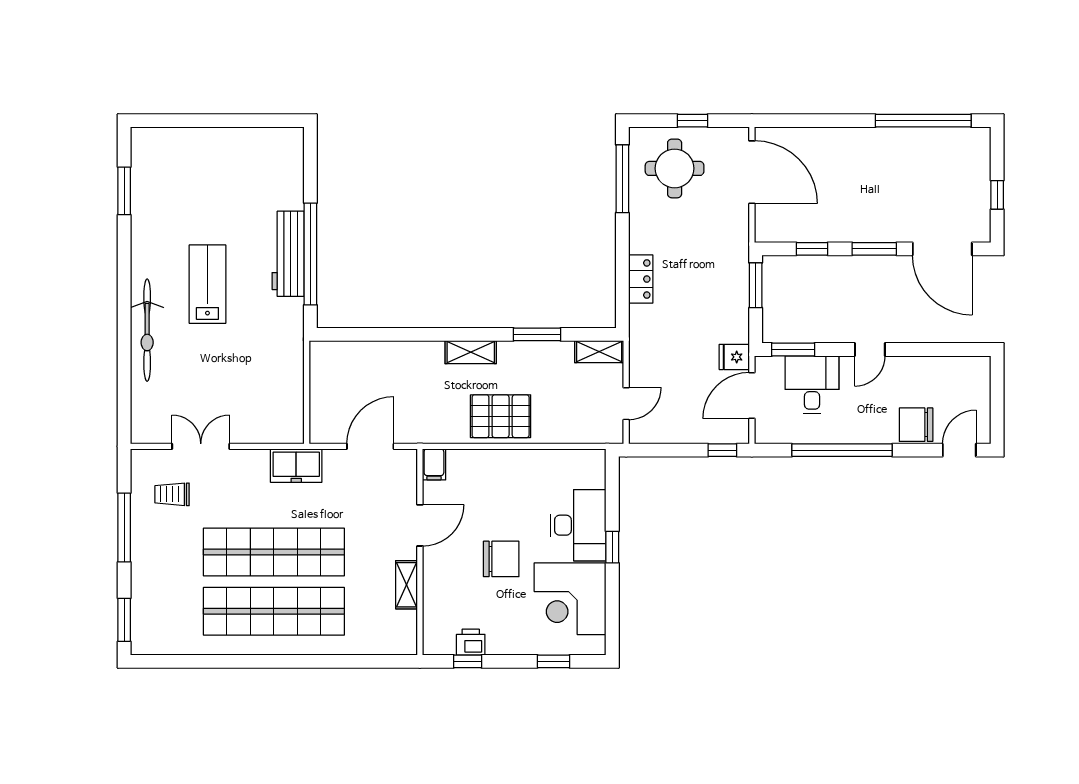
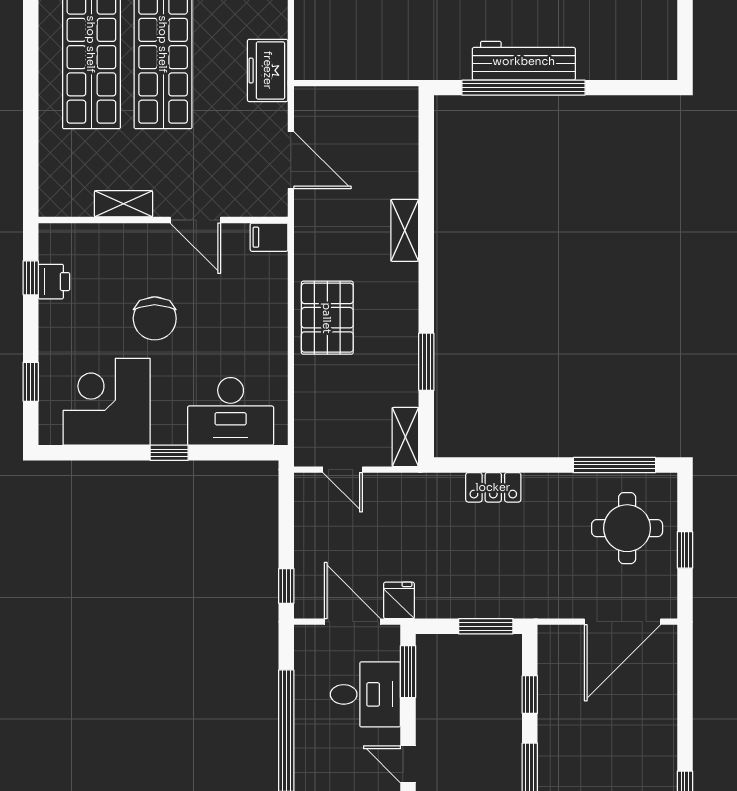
shelving: (471, 352) -> (405, 230), moved
desk: (578, 525) -> (231, 411), moved

